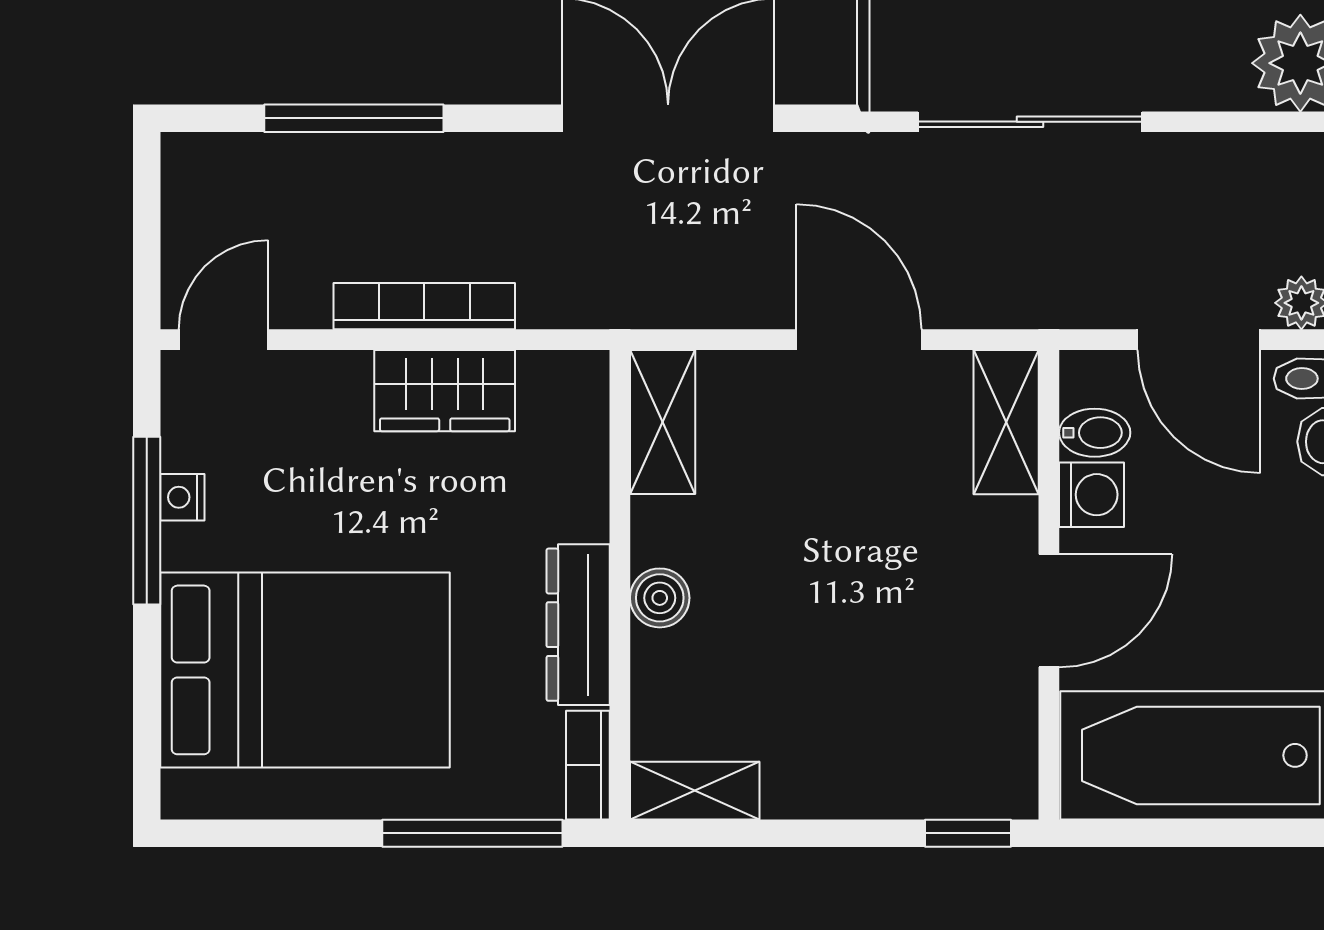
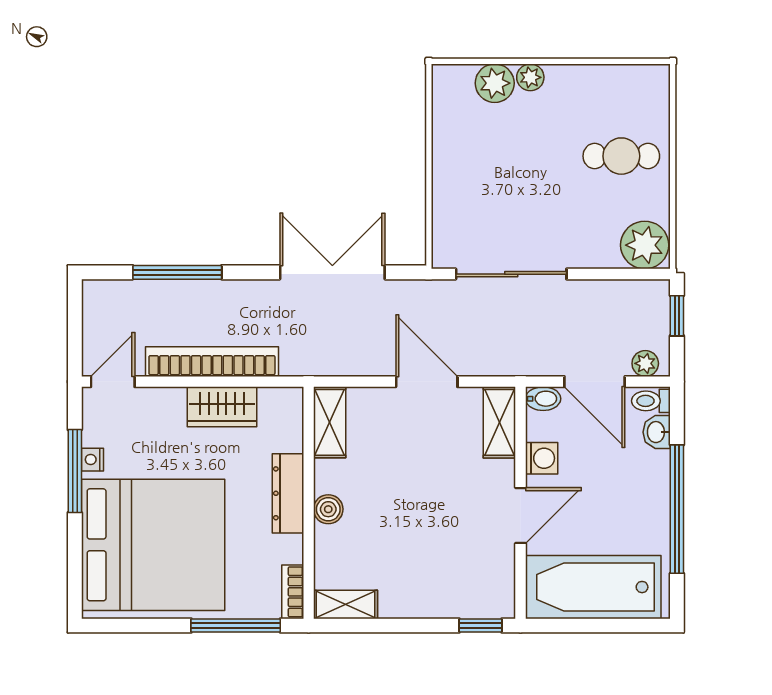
bookcase: (424, 306) -> (212, 362), width x1.48, depth x1.31
bidet: (1095, 433) -> (543, 399), moved
dresser: (578, 625) -> (288, 493), moved
bed: (305, 670) -> (153, 545), width x1.36

